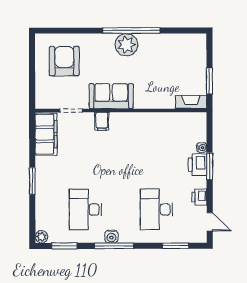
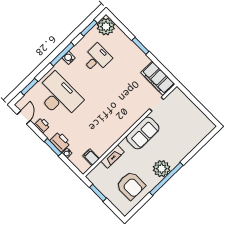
armchair: (64, 61) -> (131, 185), moved
fireplace: (191, 102) -> (112, 157), moved
filing cabinet: (102, 121) -> (91, 157), moved
desk: (156, 209) -> (59, 96), width x1.36, depth x1.30
desk: (85, 210) -> (97, 59), width x0.73
door: (210, 222) -> (24, 117), swing flipped
plant: (41, 237) -> (106, 27), width x1.87, depth x1.87

